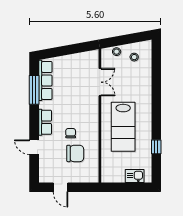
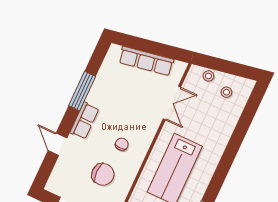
row of seats: (45, 80) -> (146, 61), moved, turned 80
window: (34, 90) -> (82, 91), moved
chair: (71, 133) -> (122, 144), moved

